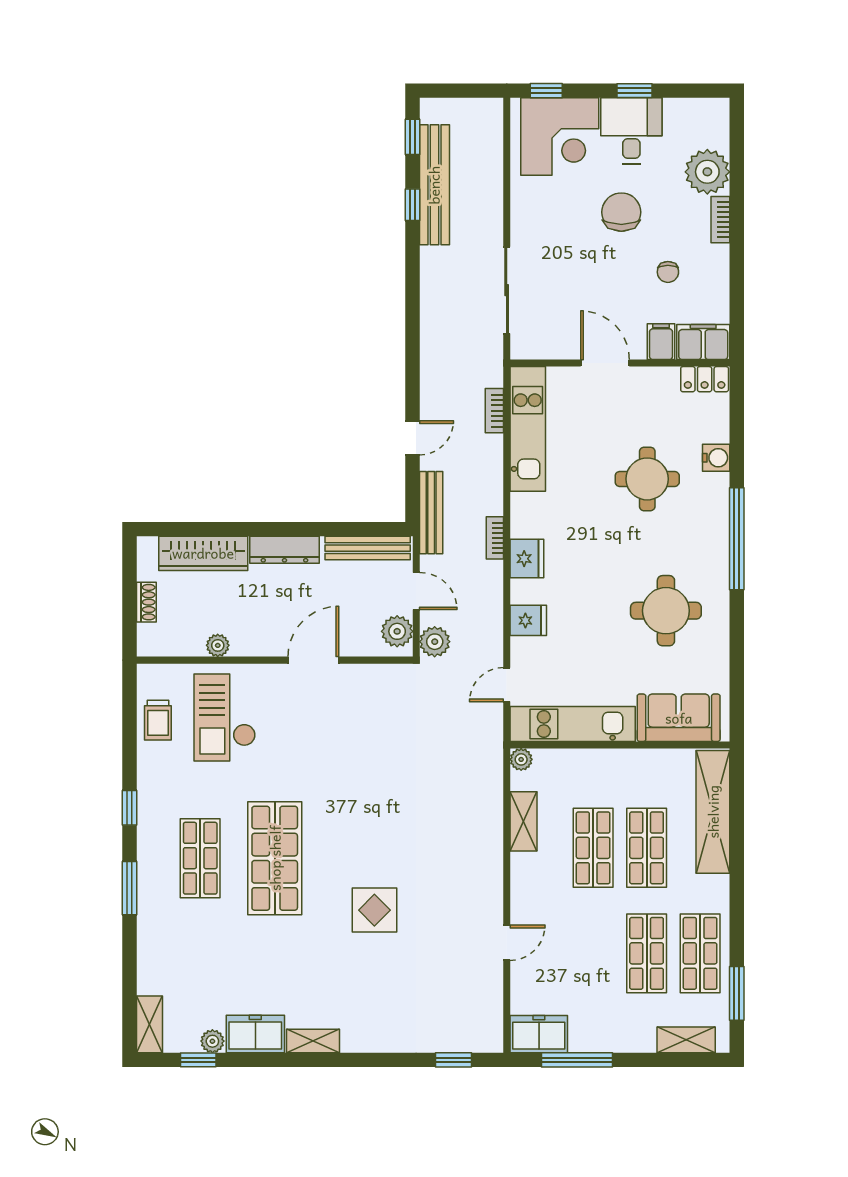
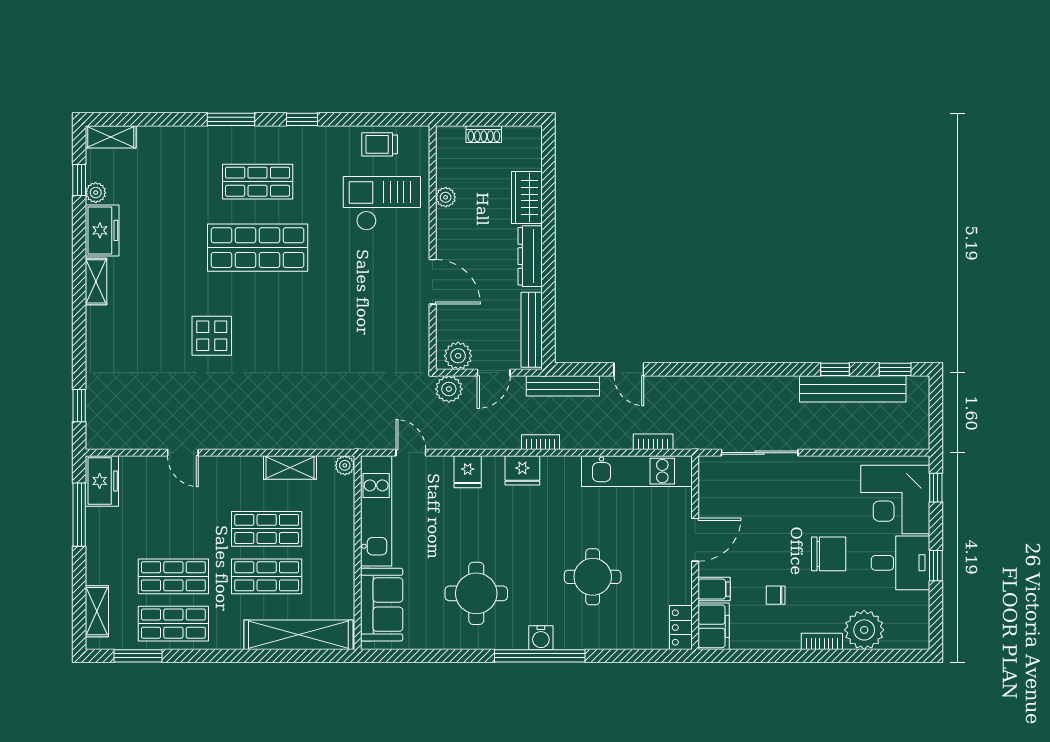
water cooler: (716, 458) -> (541, 638), moved
wardrobe: (203, 553) -> (527, 197), width x0.67

